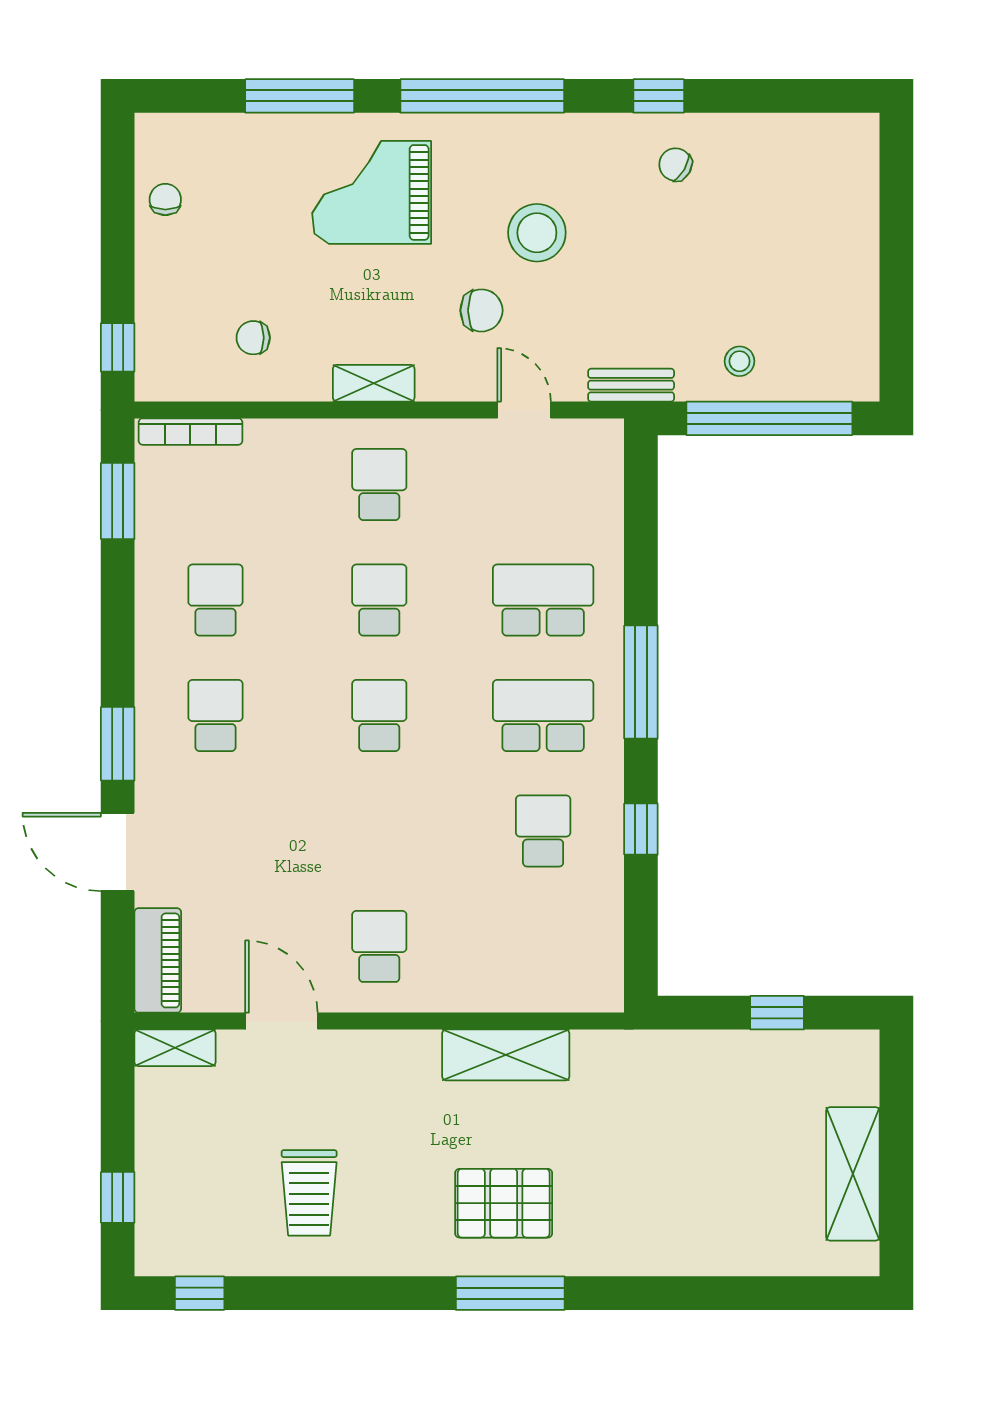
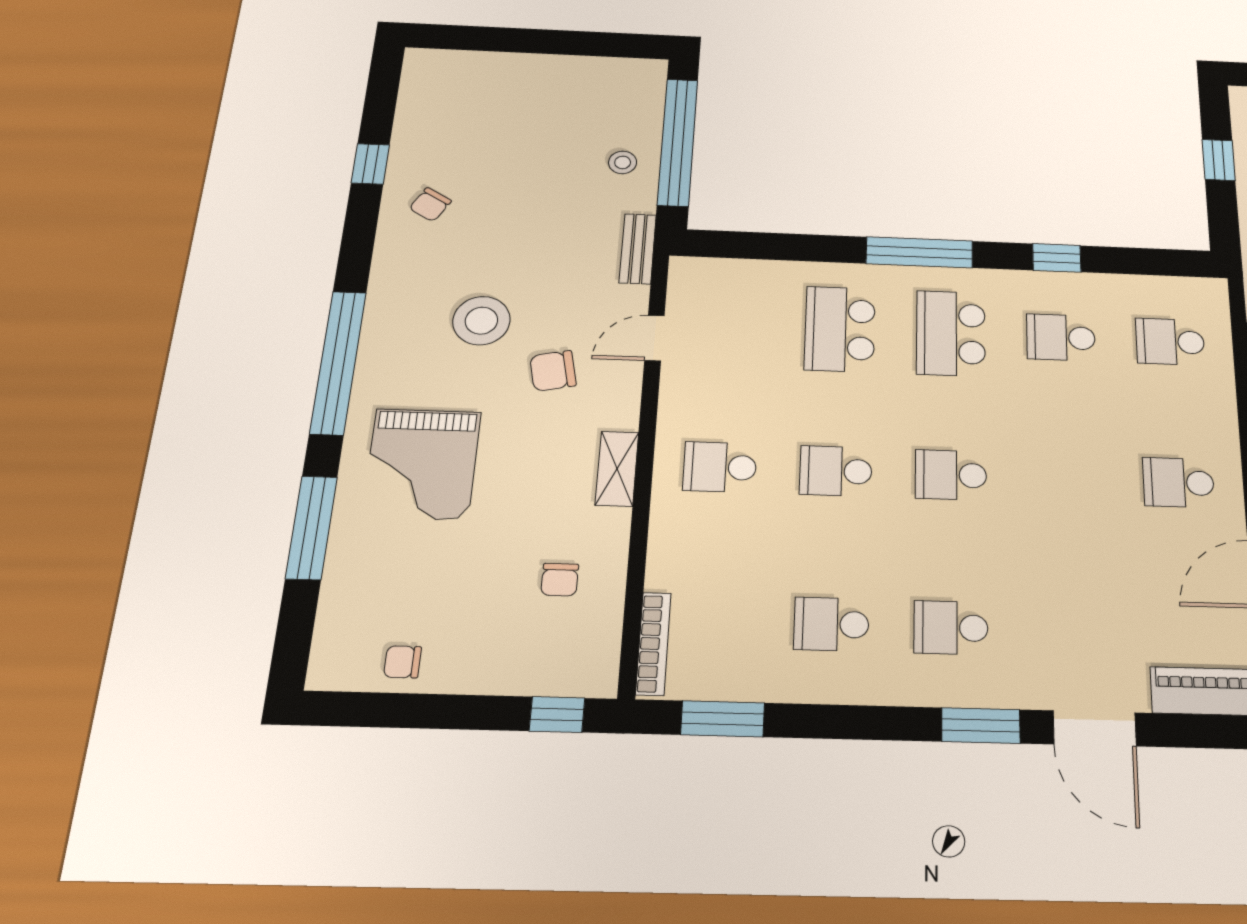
window: (659, 96) -> (370, 164), moved
chair: (481, 310) -> (553, 371), turned -102
door: (118, 852) -> (1095, 728), hinge flipped
school desk: (543, 946) -> (1170, 342), added

